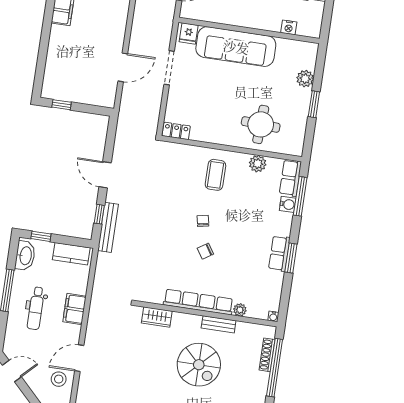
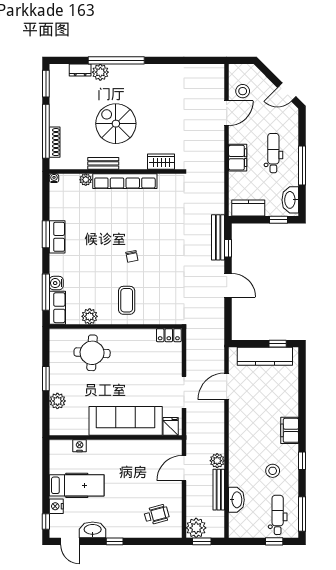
kitchen counter: (77, 93) -> (265, 356), added
chair: (205, 251) -> (125, 229), removed

